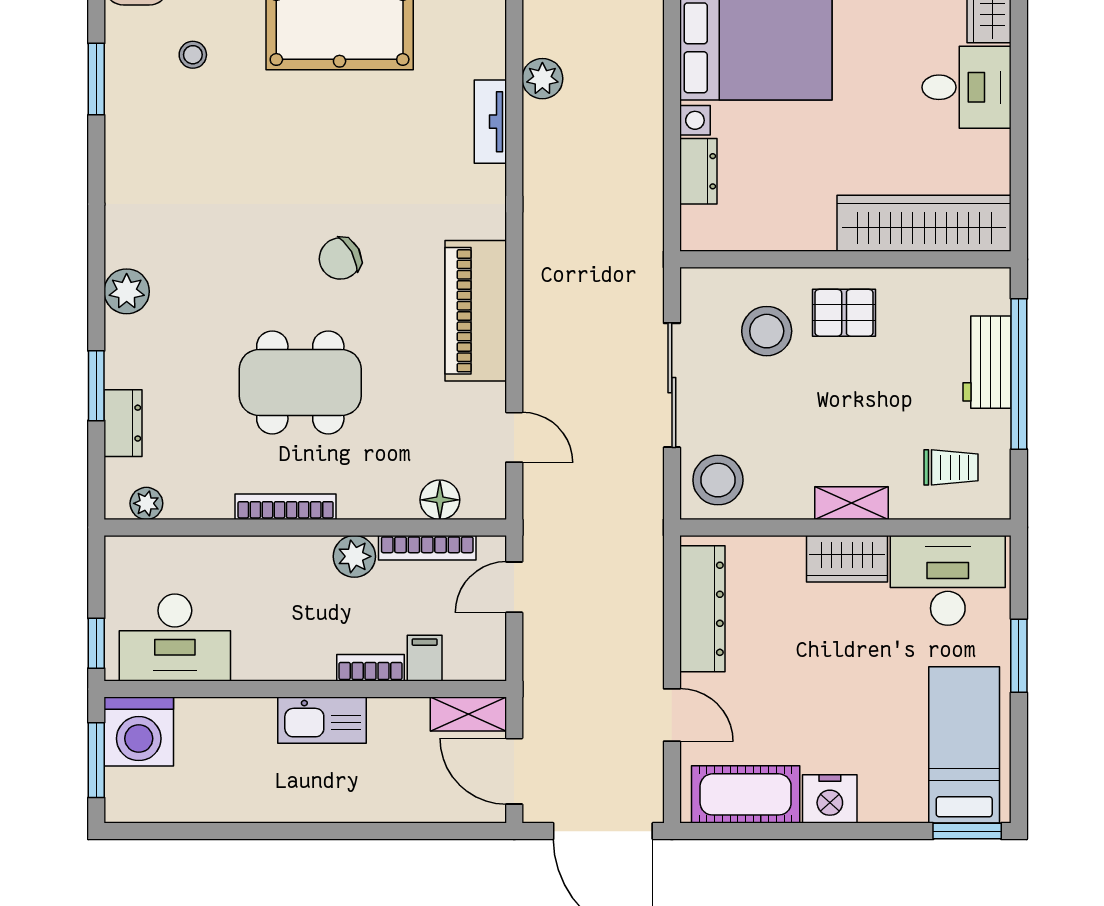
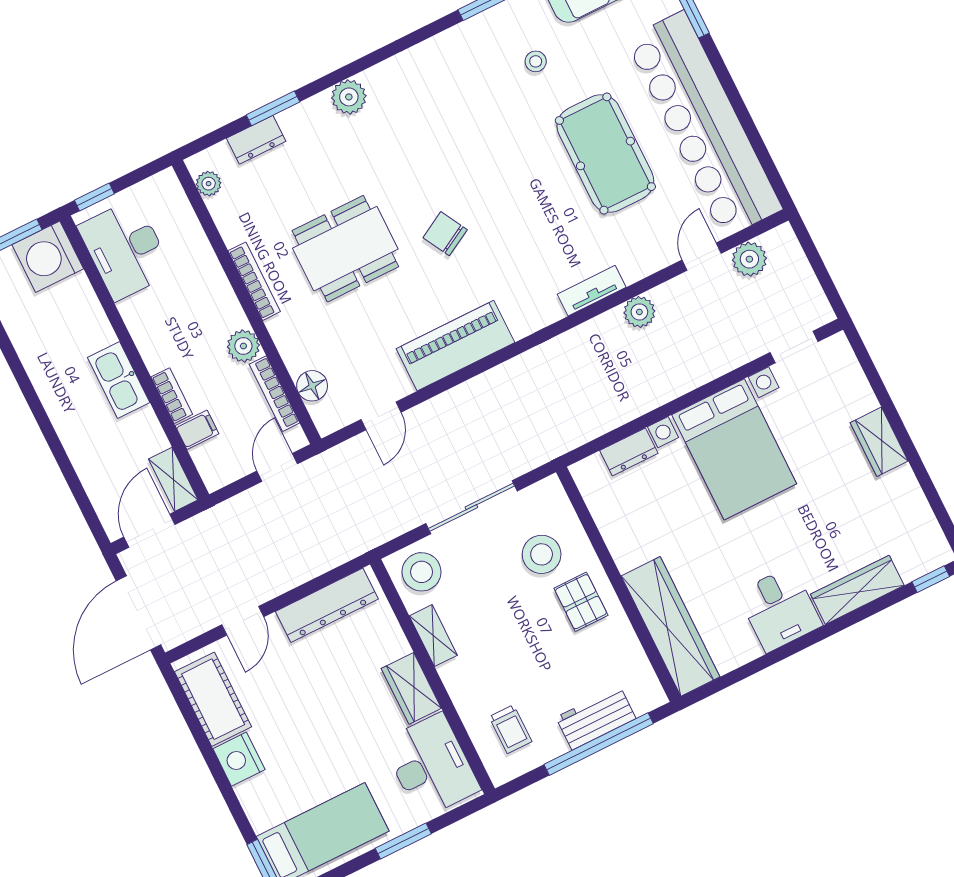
dining table: (300, 382) -> (345, 249), turned 90
shelving: (851, 503) -> (433, 636), moved
door: (514, 587) -> (277, 467), hinge flipped

